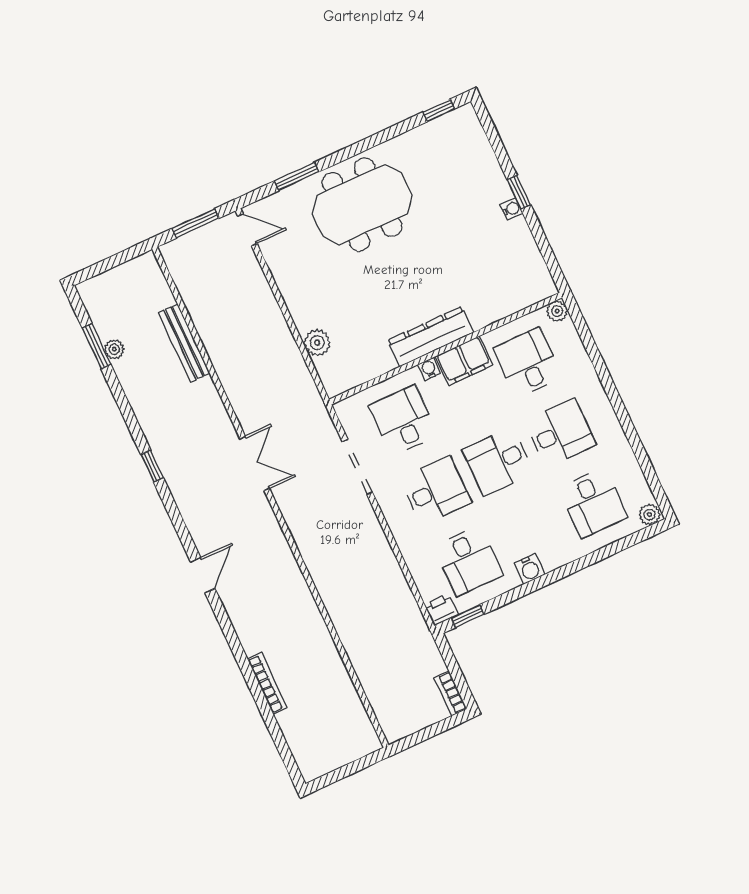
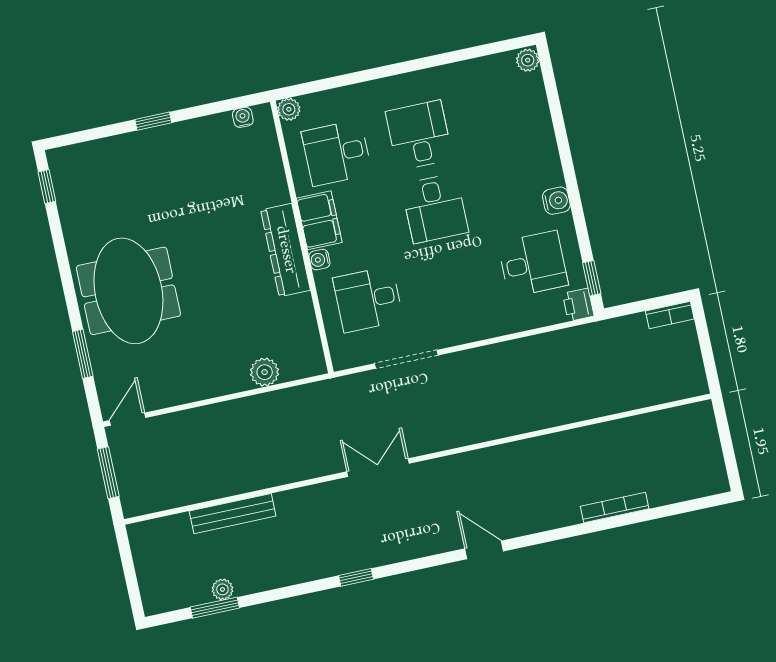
water cooler: (512, 209) -> (243, 117), moved
desk: (436, 491) -> (451, 282), removed
desk: (593, 503) -> (502, 118), removed

